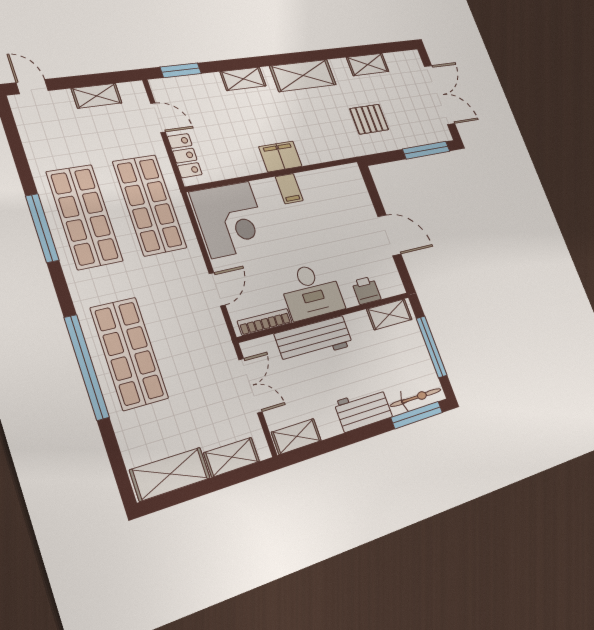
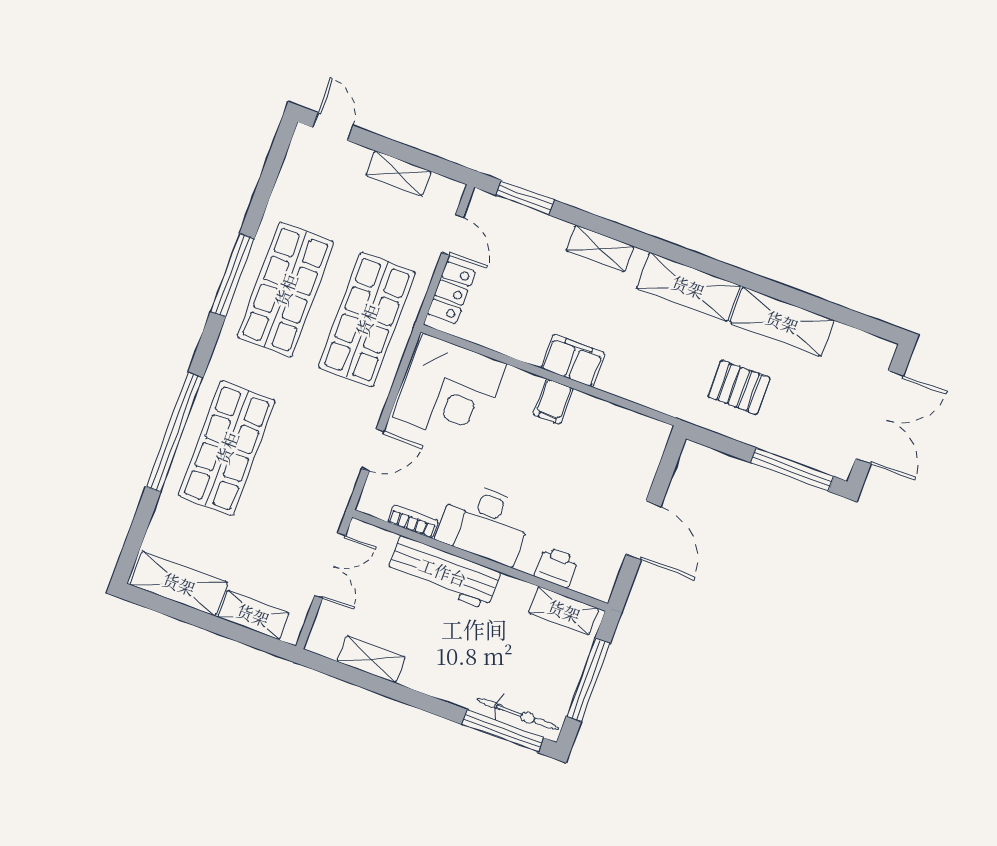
shelving: (368, 64) -> (782, 322), width x1.50, depth x1.33
bookcase: (265, 322) -> (413, 521), width x0.64
workbench: (363, 409) -> (441, 679), removed
shelving: (296, 436) -> (371, 659), moved

